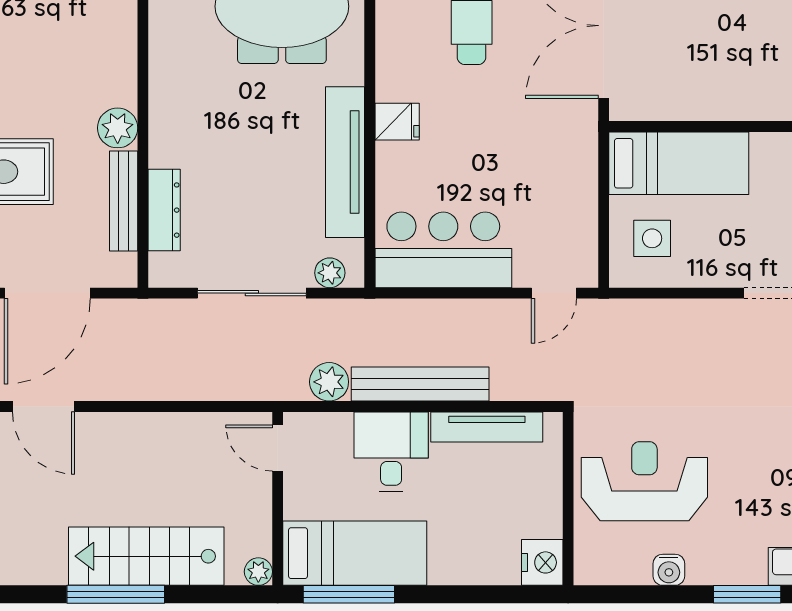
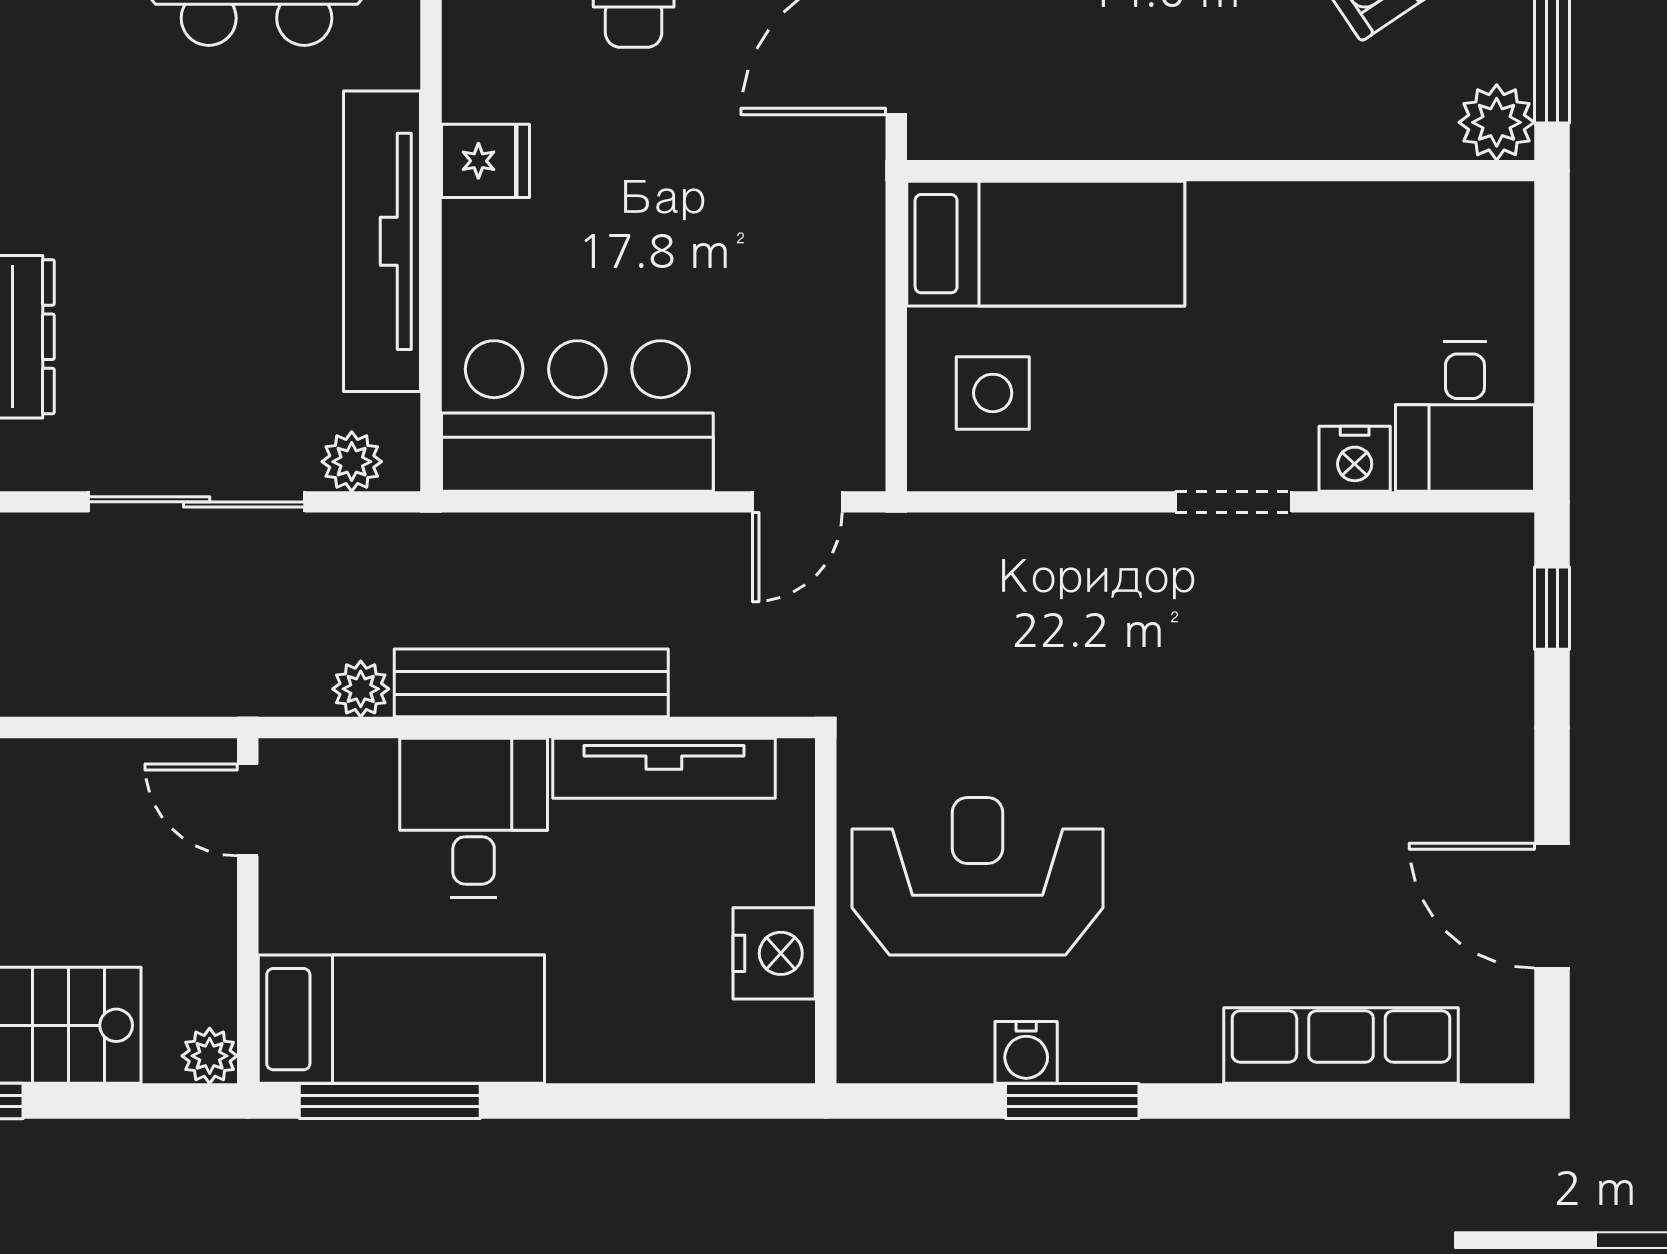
plant: (329, 382) -> (361, 689), width x0.73, depth x0.73
nightstand: (542, 562) -> (774, 953), moved
window: (747, 594) -> (1072, 1101), moved

